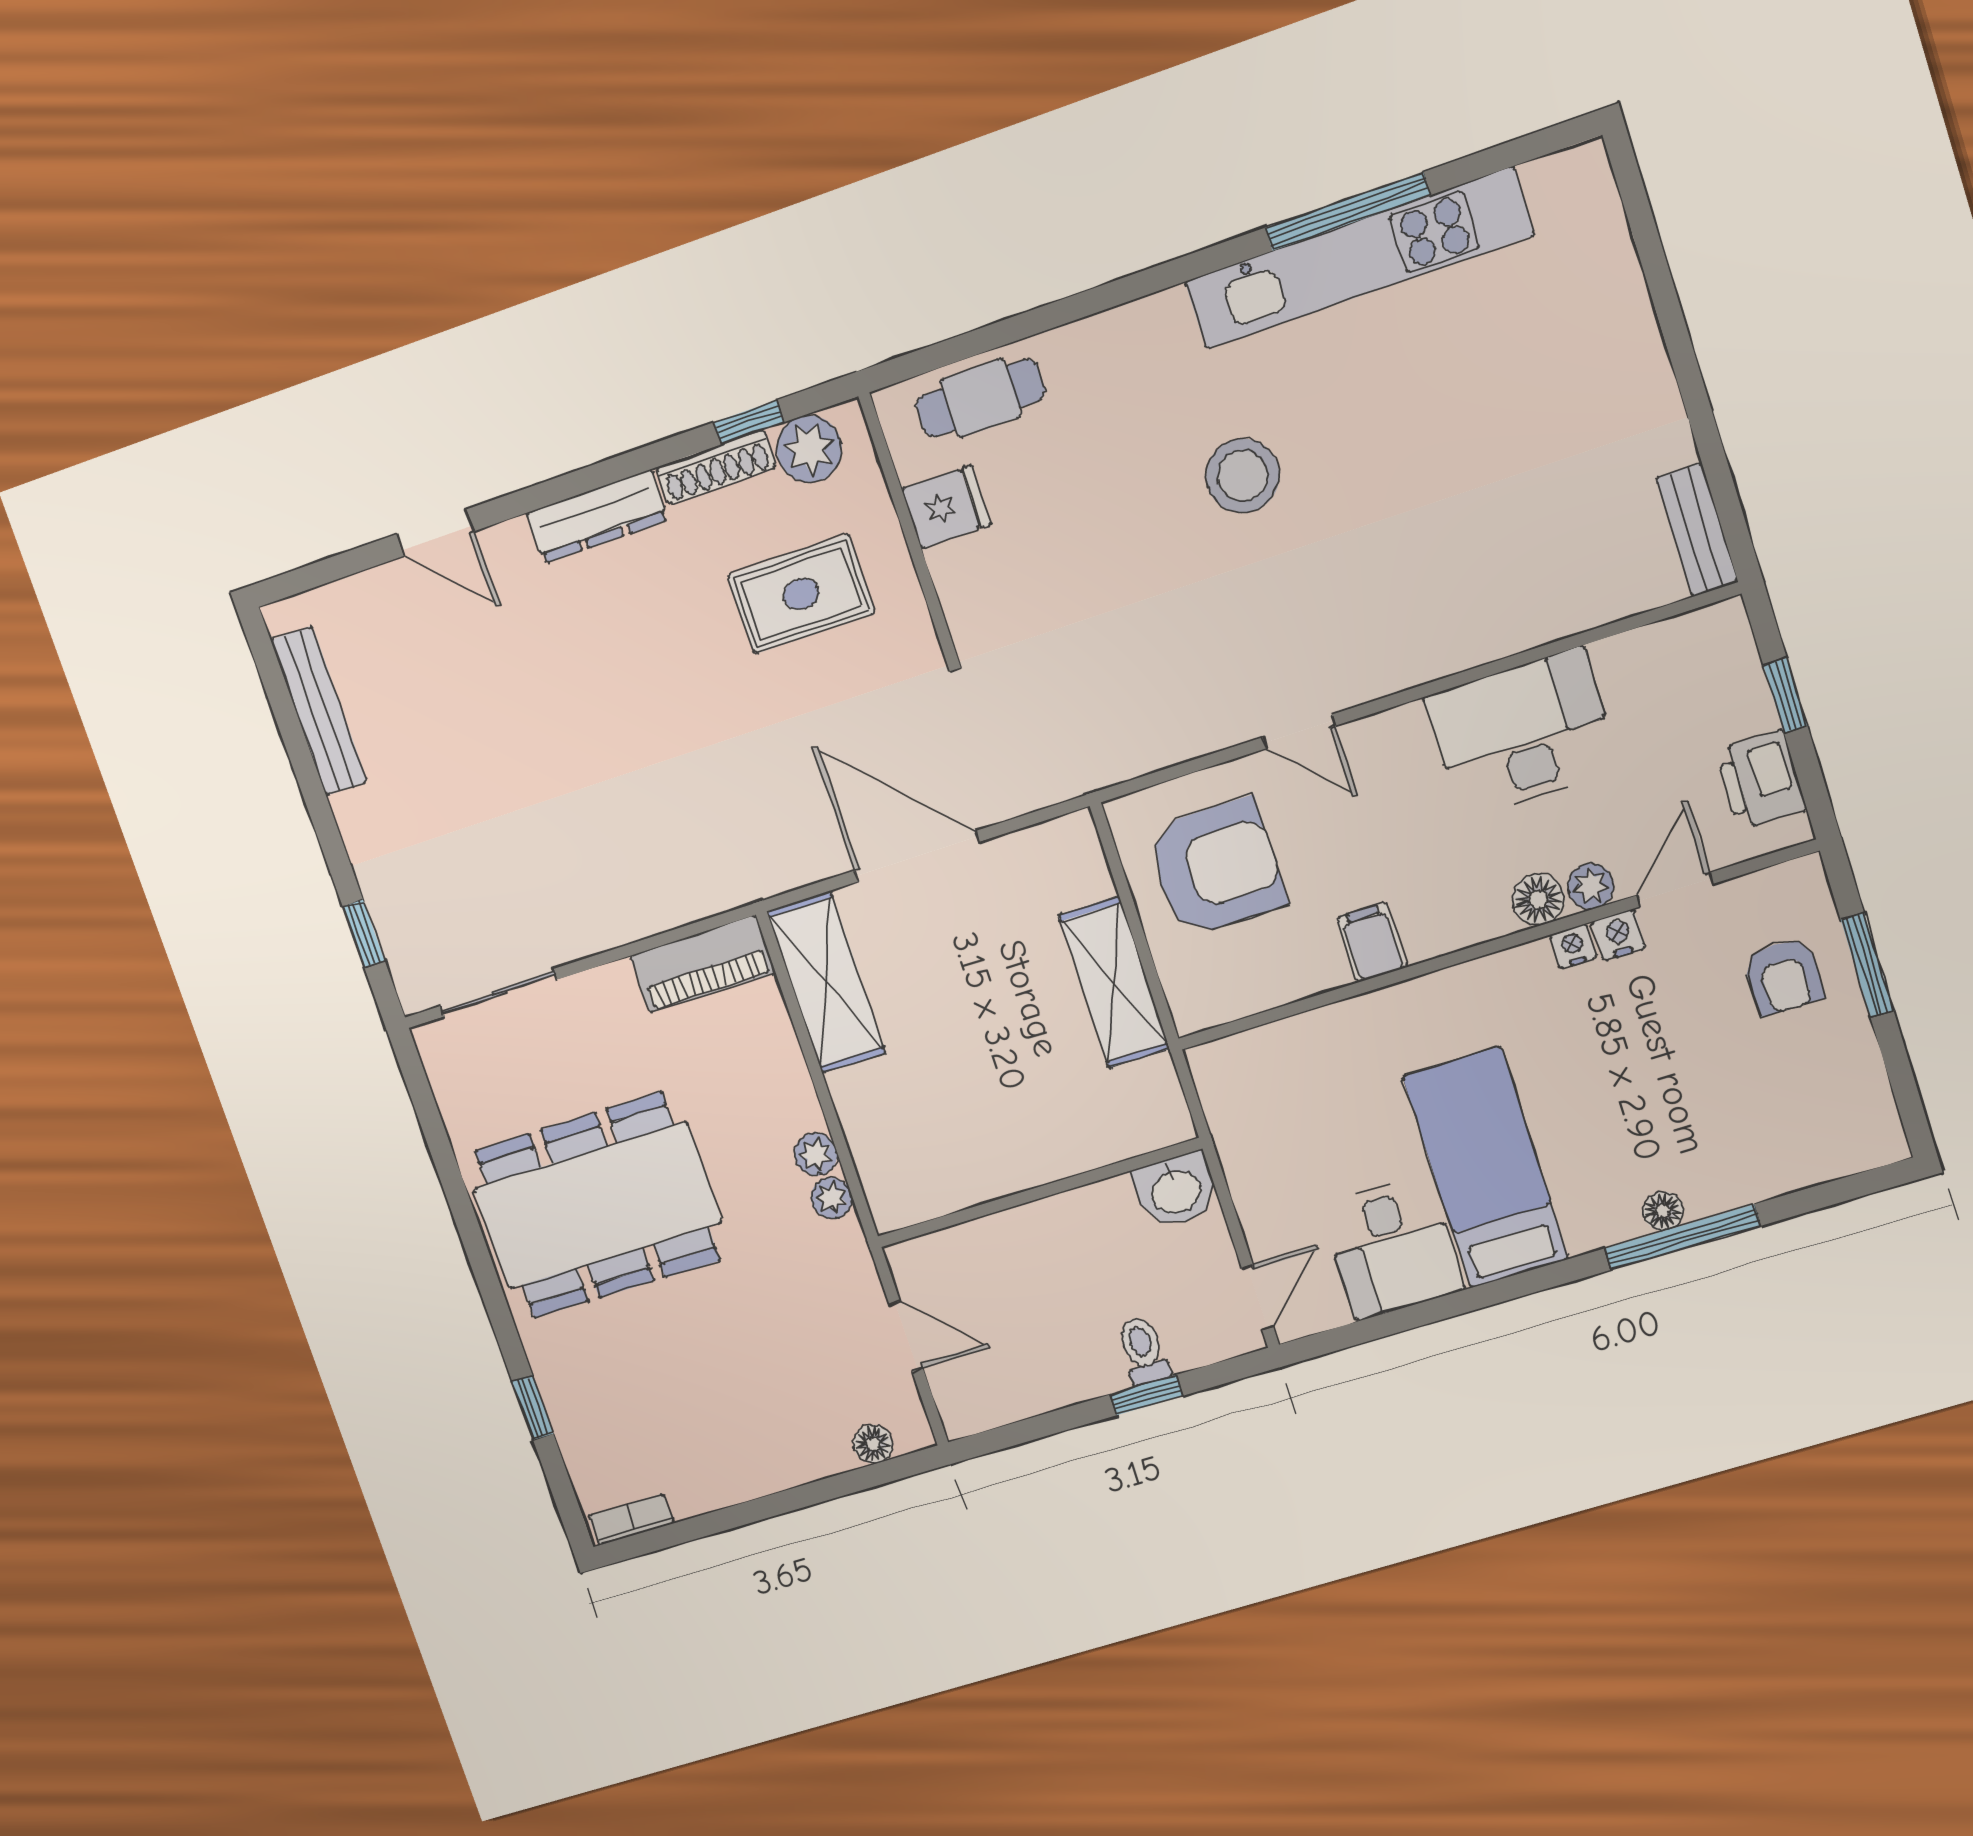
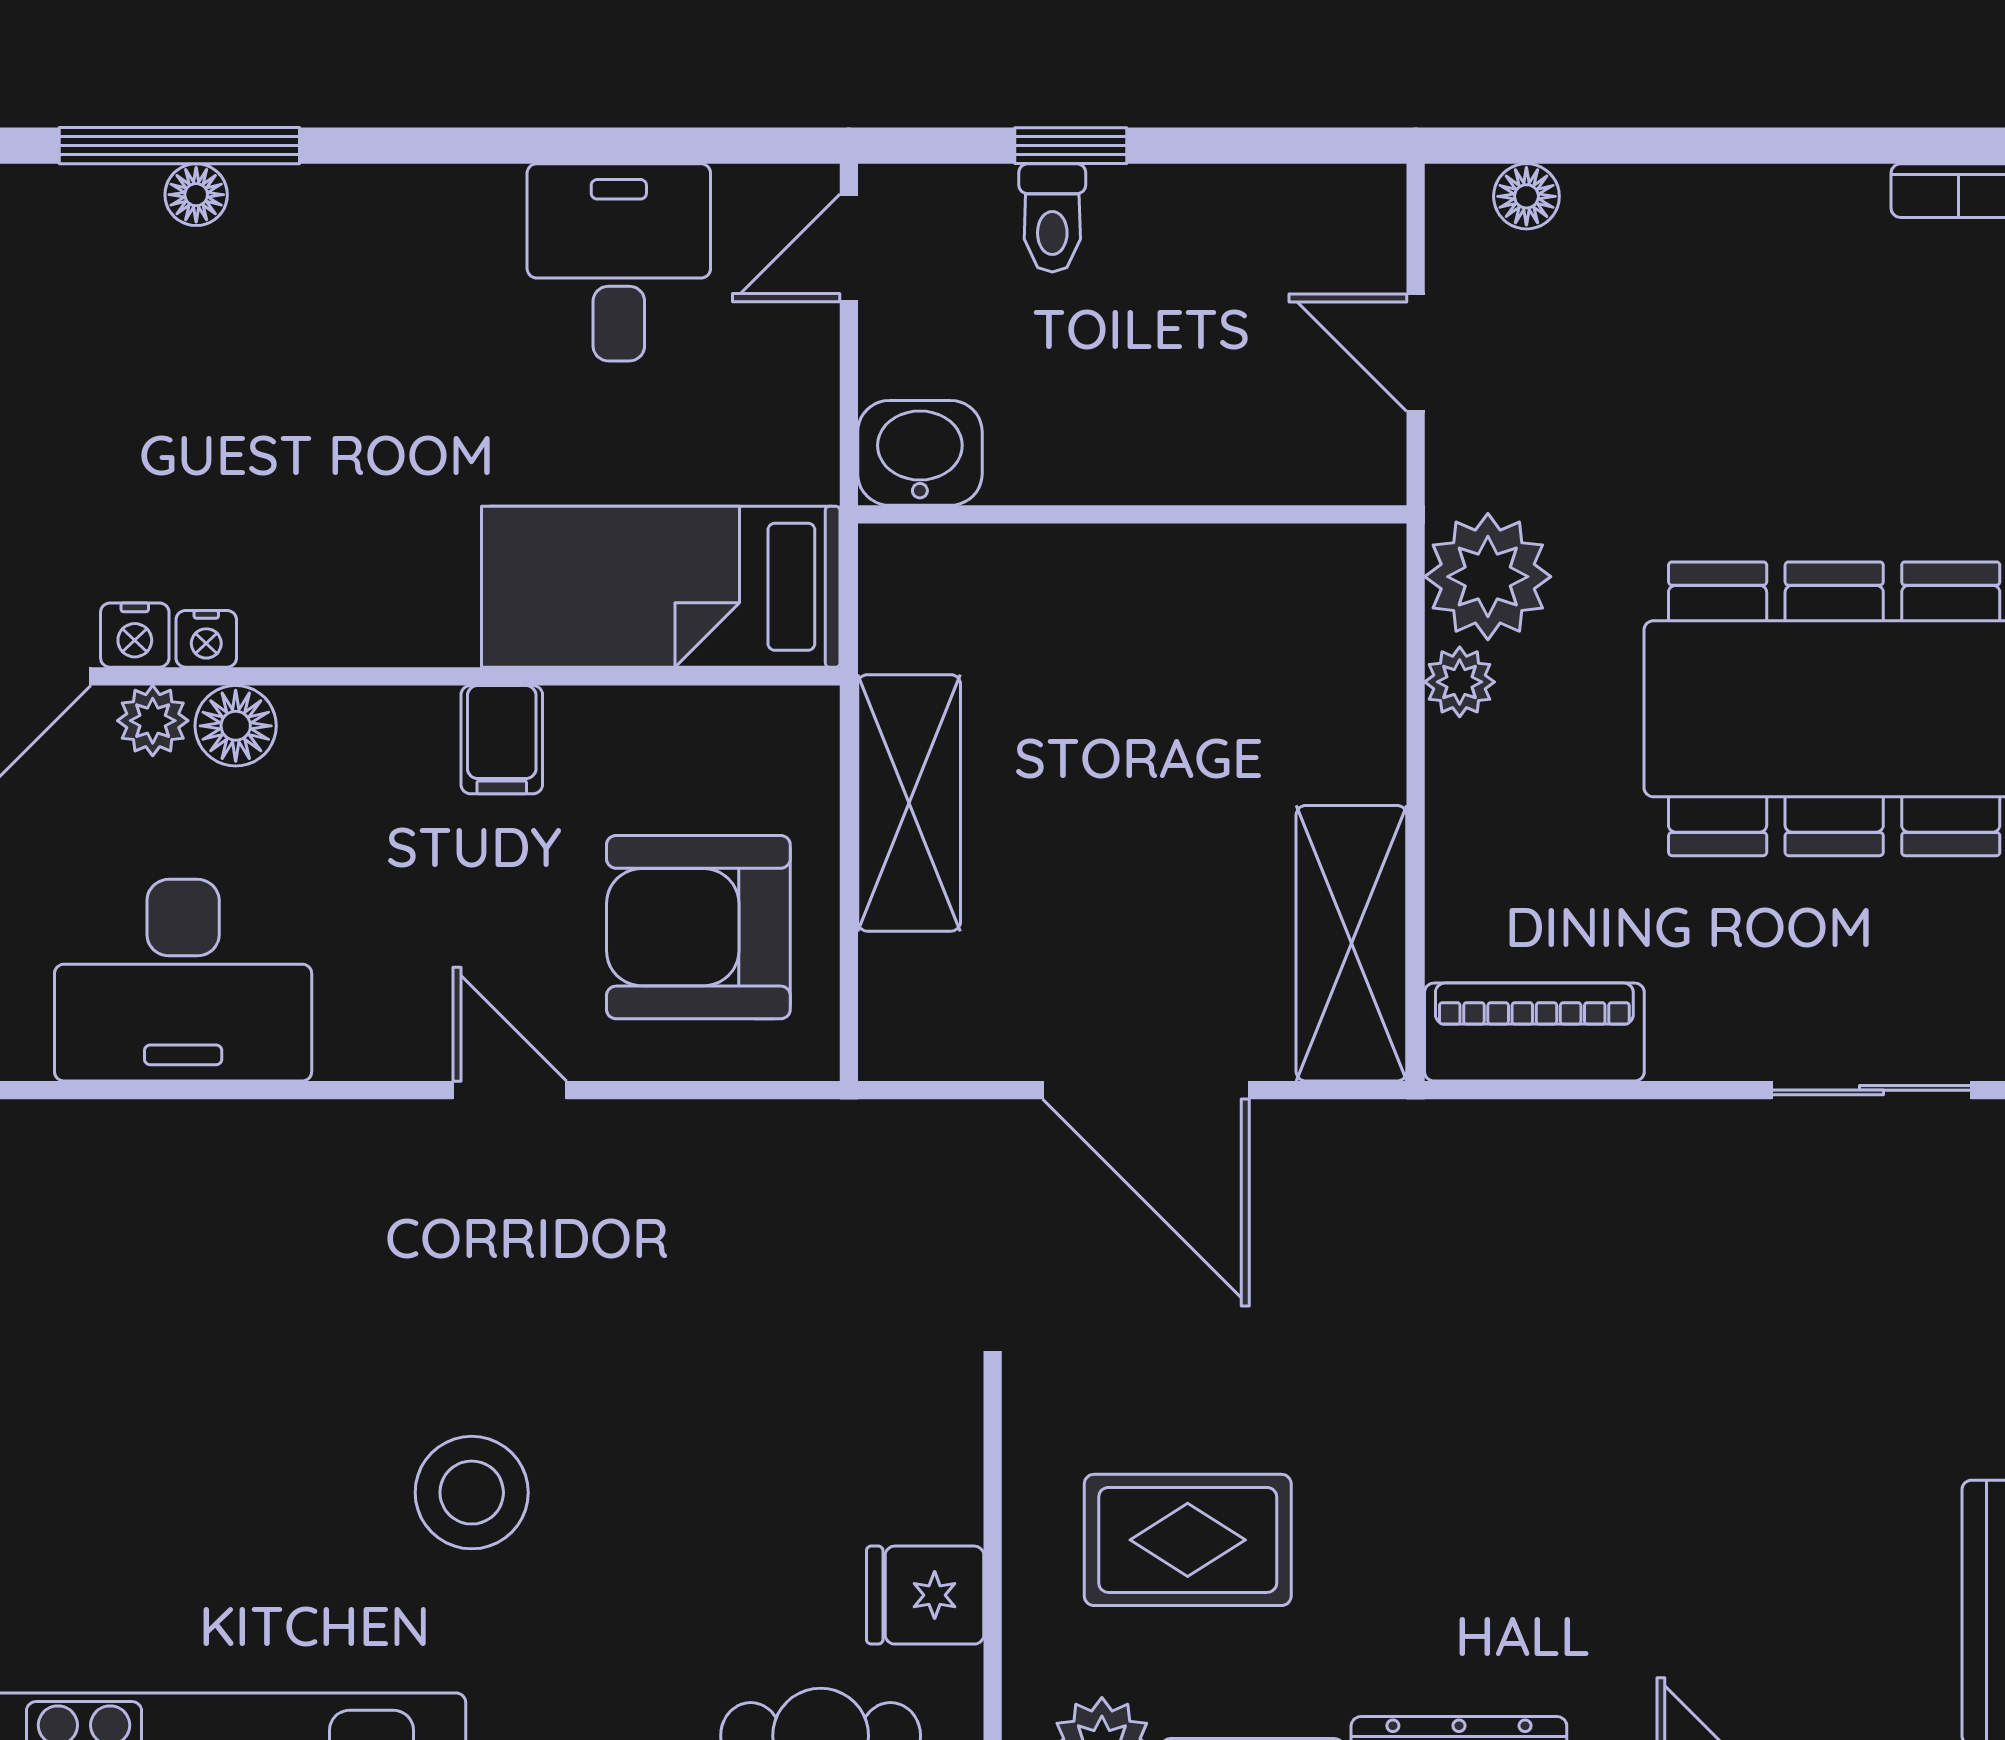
bed: (1486, 1168) -> (661, 587), moved, turned 90
plant: (832, 1198) -> (1488, 577), width x1.87, depth x1.87

